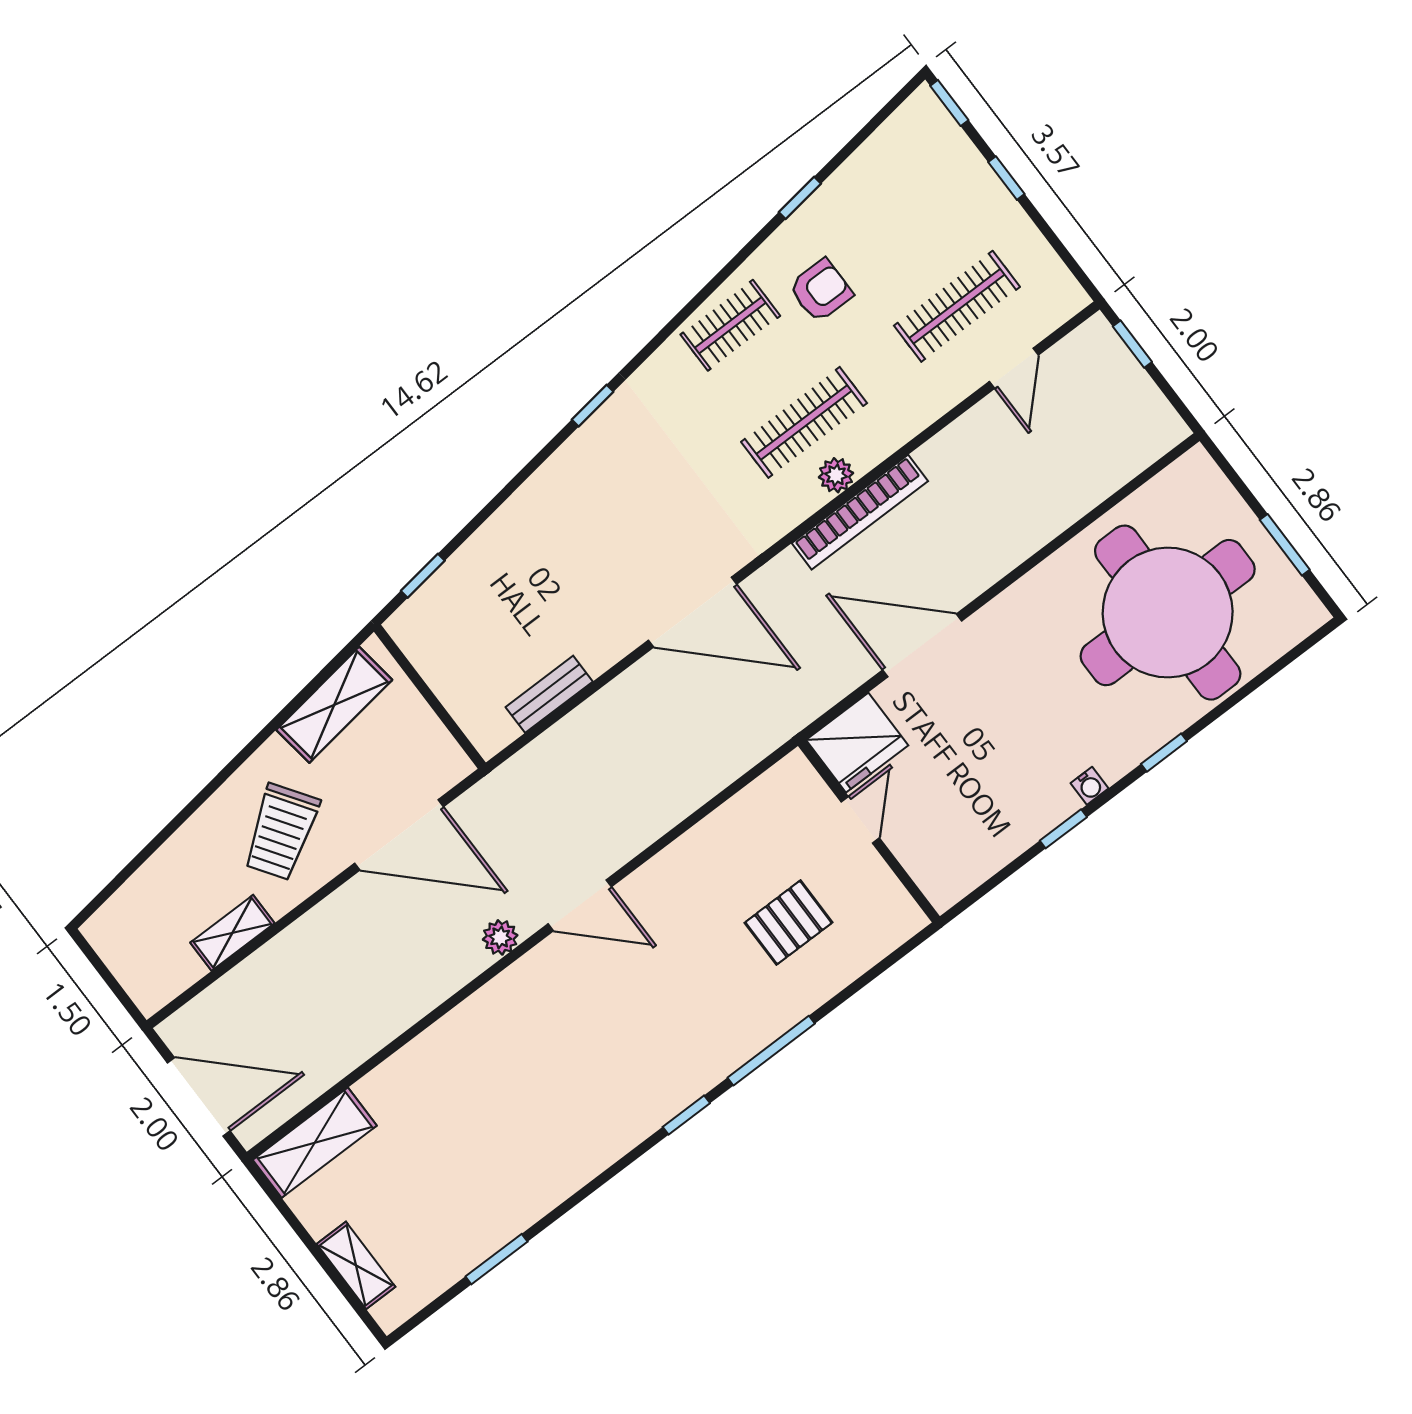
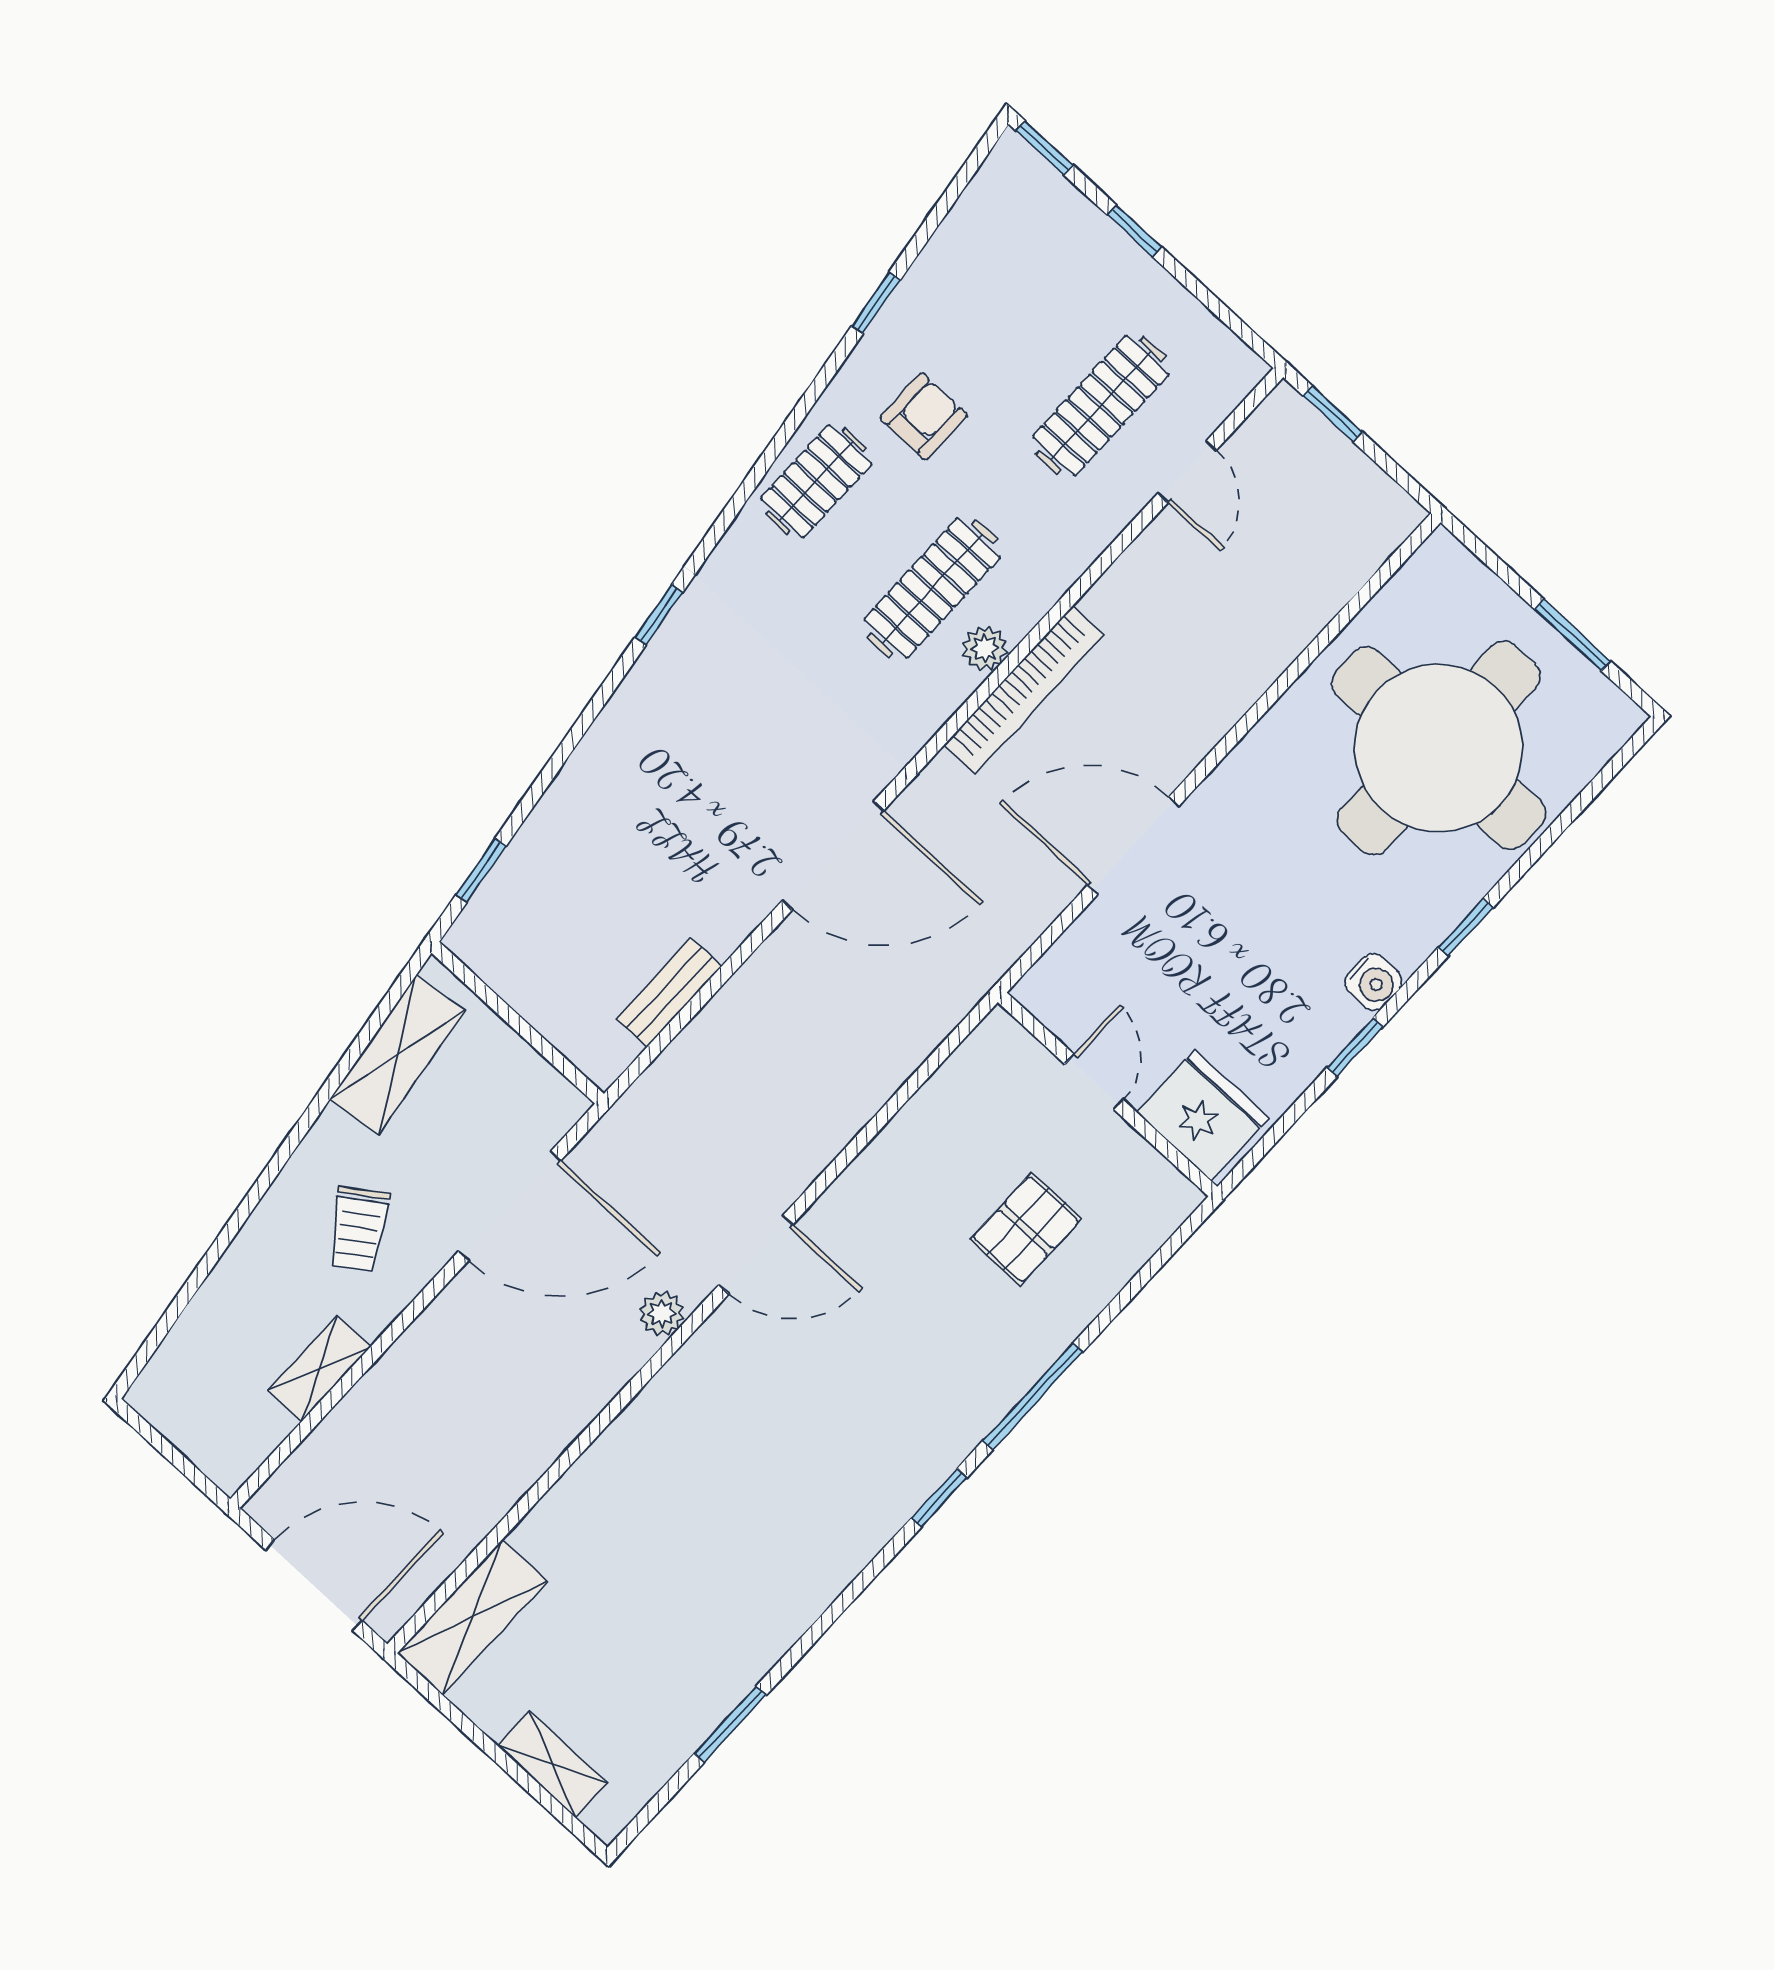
fridge: (857, 743) -> (1203, 1115), moved, turned -90
water cooler: (1089, 786) -> (1373, 982), width x1.38, depth x1.38
trolley: (281, 832) -> (359, 1229), width x0.73, depth x0.72

